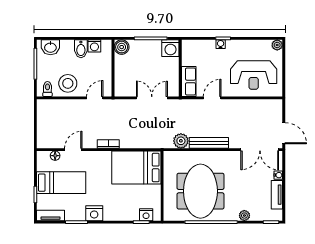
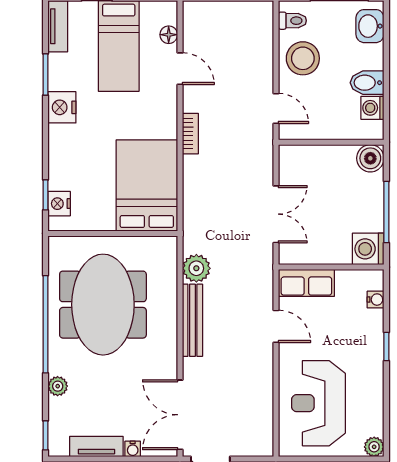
water cooler: (221, 44) -> (376, 300), moved
meeting table: (200, 191) -> (103, 305), turned 90

